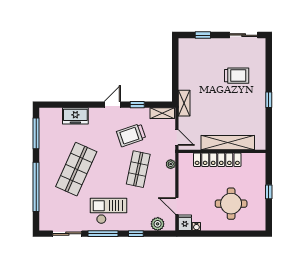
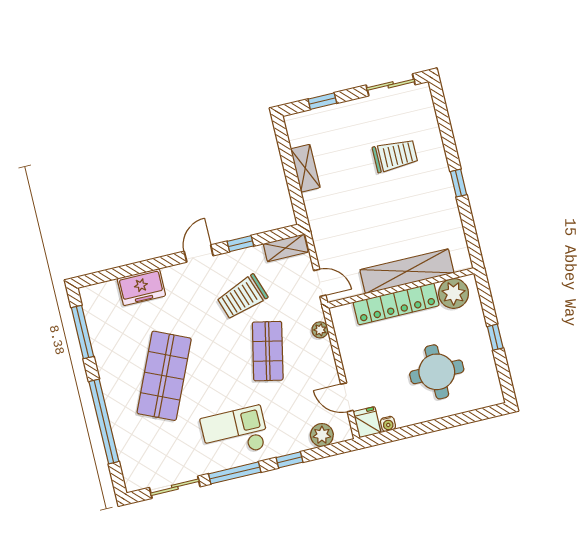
shelving: (184, 103) -> (305, 168), moved
plant: (251, 162) -> (454, 293), added

